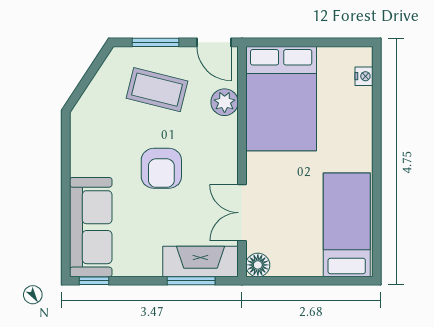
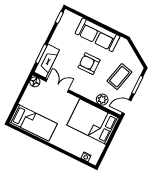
sofa: (91, 227) -> (98, 35), moved

